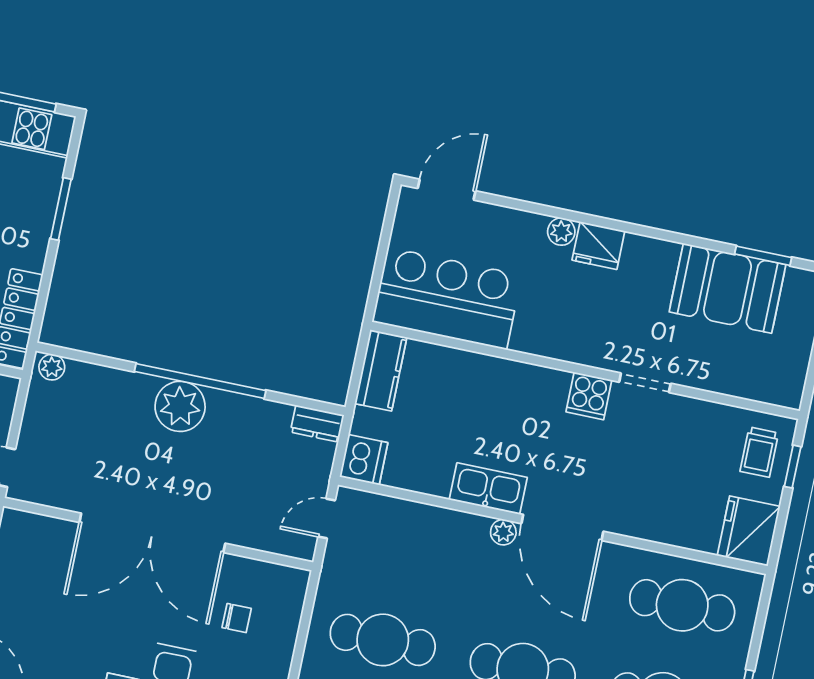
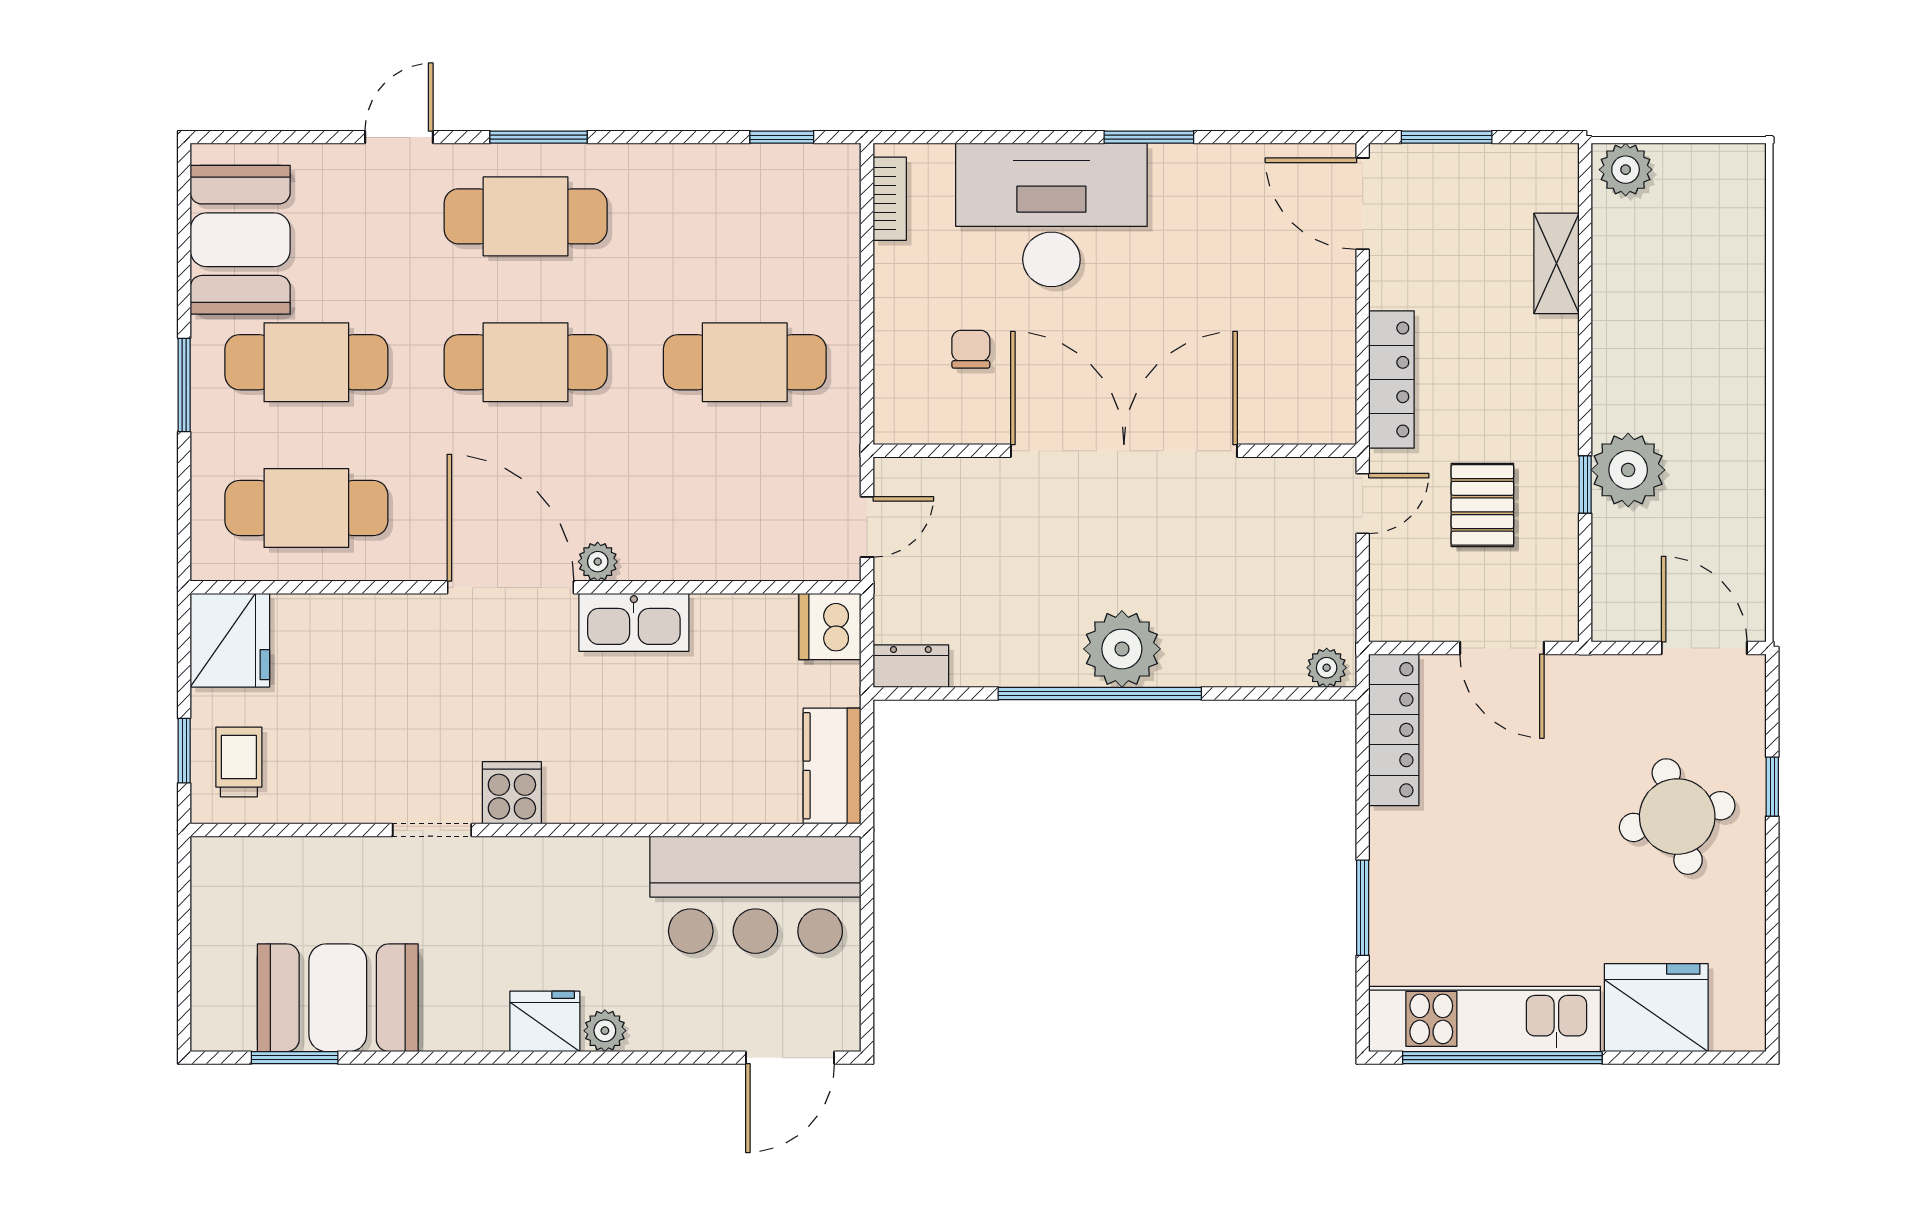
chair: (237, 618) -> (971, 349), turned 90

